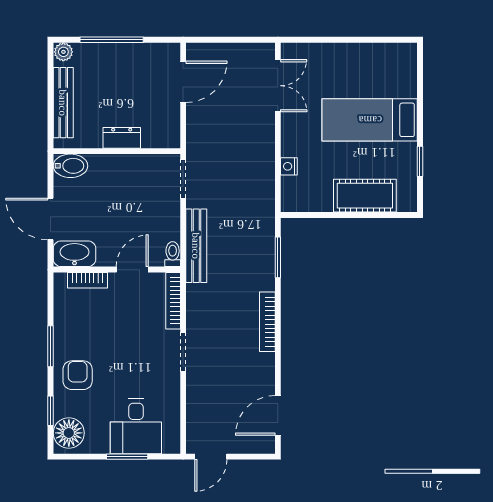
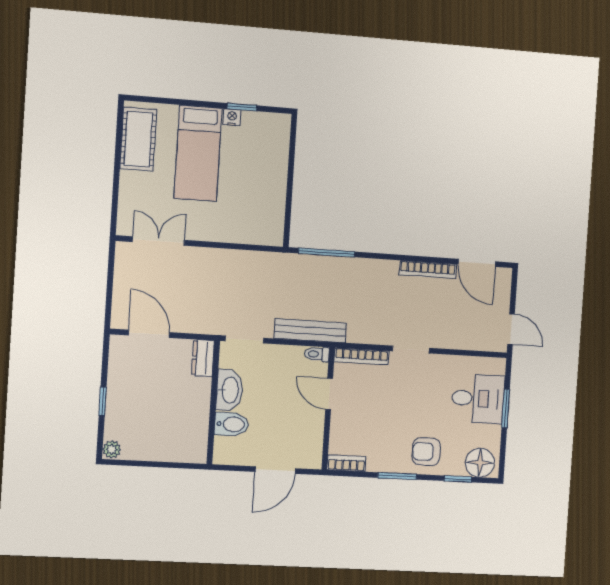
window: (112, 40) -> (103, 401), width x0.46
bench: (63, 103) -> (162, 452), removed
dresser: (122, 138) -> (203, 358), moved
bidet: (70, 166) -> (231, 424), moved, turned 90
nightstand: (289, 166) -> (232, 117), moved, turned 180
cot: (365, 196) -> (138, 139), moved
washbasin: (75, 254) -> (230, 390), moved, turned 180
window: (278, 257) -> (327, 253), width x1.44
bookcase: (87, 280) -> (346, 463), moved, turned -90
bookcase: (267, 322) -> (428, 270), moved

